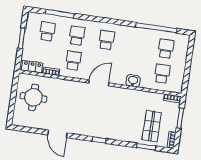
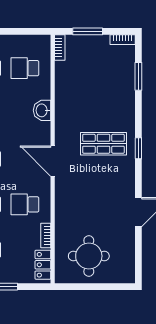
shop shelf: (152, 126) -> (103, 144), moved

